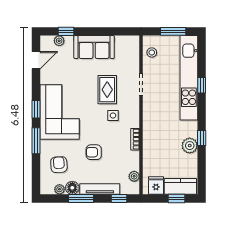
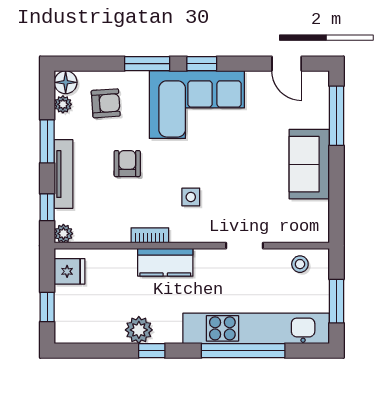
window: (66, 31) -> (336, 116), width x2.17
plant: (59, 41) -> (320, 104), removed
window: (202, 85) -> (243, 351), width x3.17
rug: (107, 90) -> (236, 187), removed
plant: (134, 176) -> (63, 234), moved
kitchen counter: (180, 186) -> (165, 262), moved, turned 90
floor lamp: (72, 188) -> (66, 82), moved

